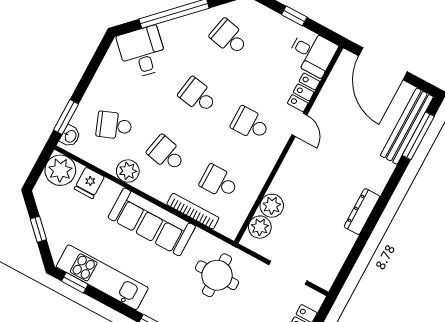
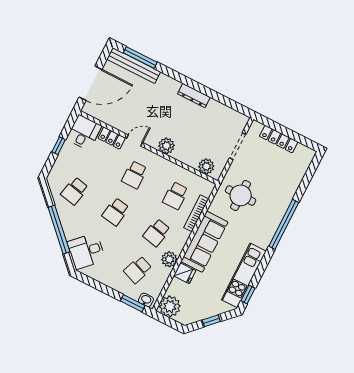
school desk: (114, 125) -> (138, 270), turned 42
fridge: (89, 183) -> (185, 273), moved
plant: (272, 206) -> (166, 146), moved

